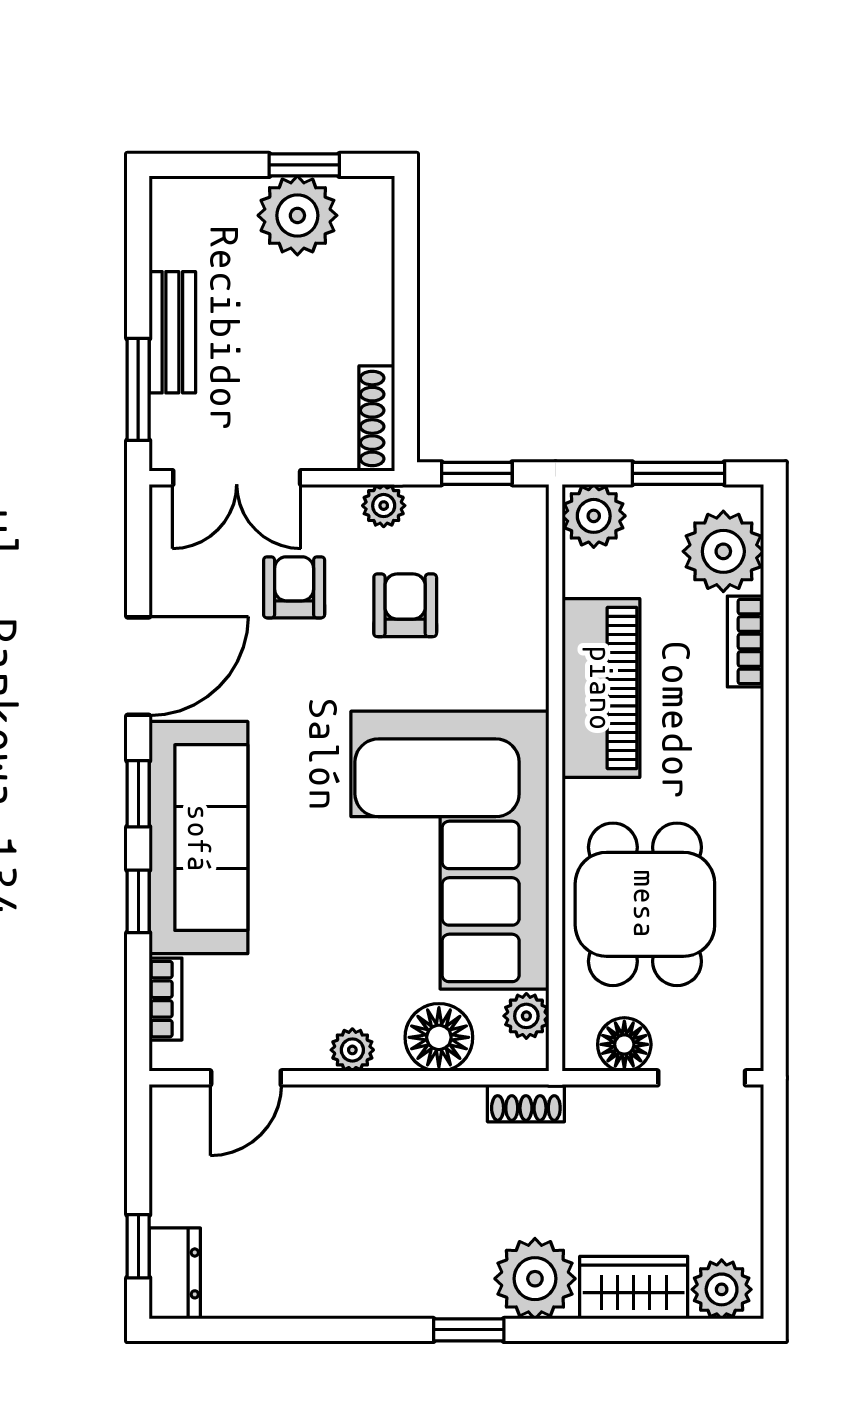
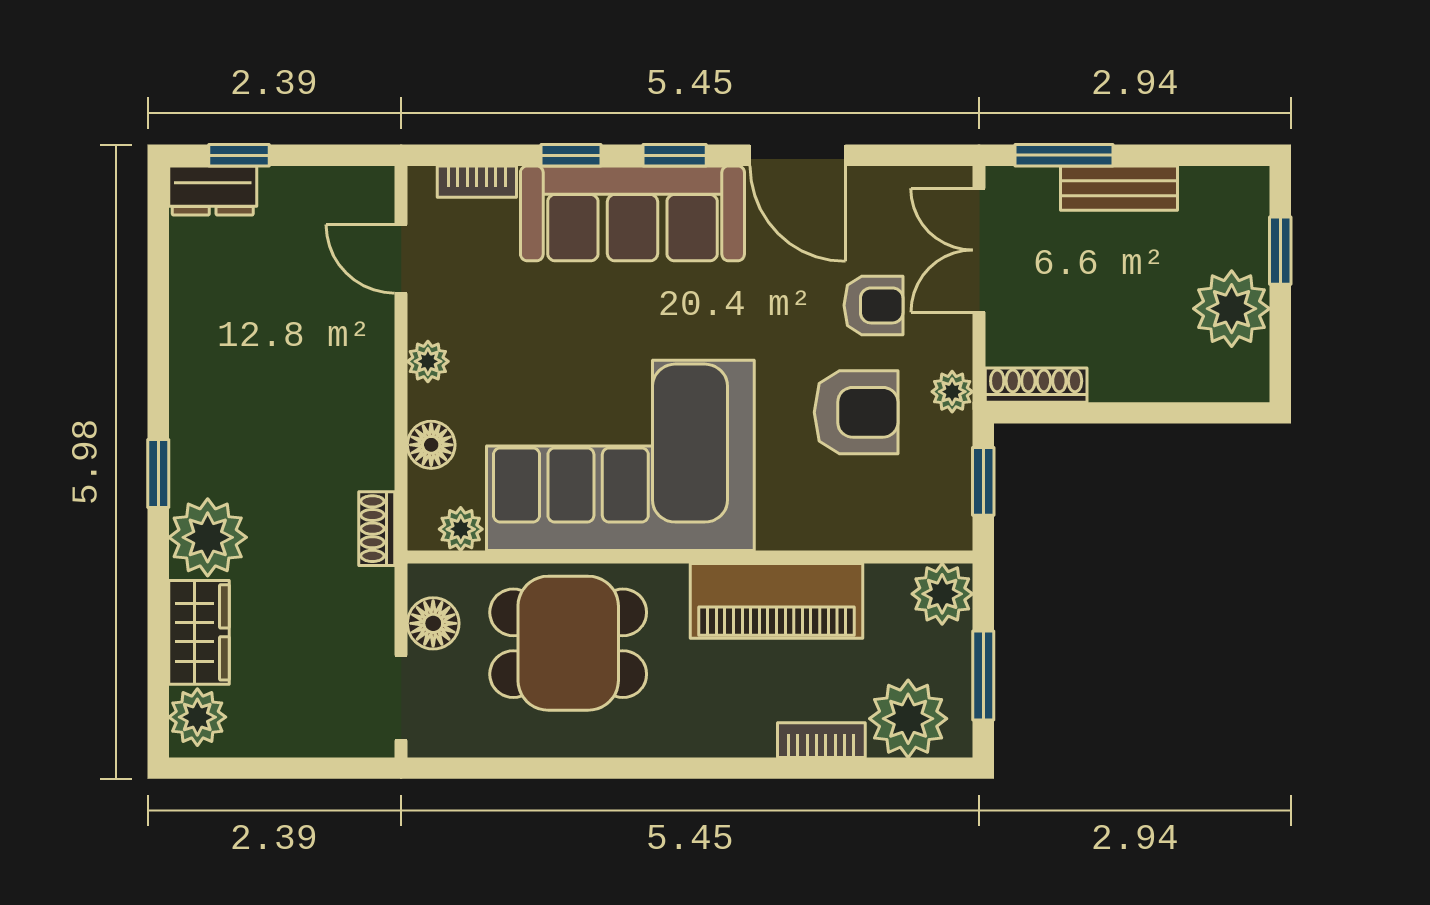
window: (304, 165) -> (1280, 251), moved
armchair: (405, 605) -> (856, 412), width x1.38, depth x1.38
floor lamp: (439, 1037) -> (431, 445), width x0.73, depth x0.73

